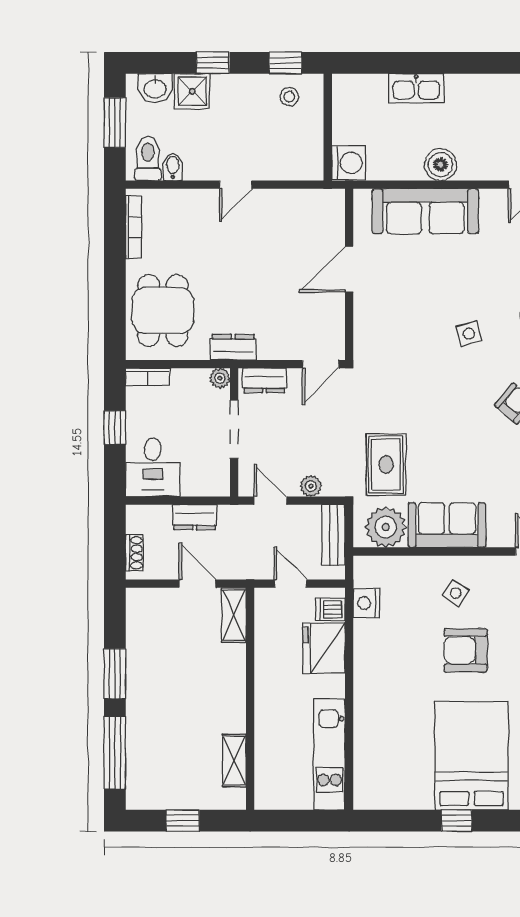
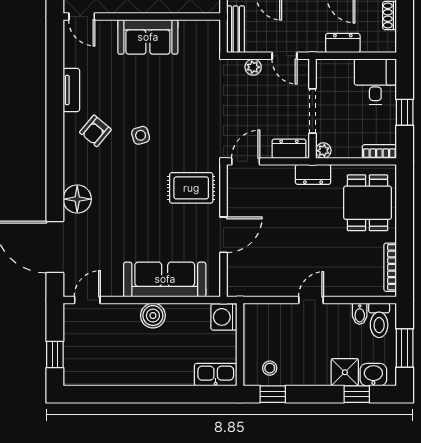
window: (213, 63) -> (357, 394), moved
kitchen sink: (416, 88) -> (216, 375), moved
side table: (469, 334) -> (141, 135), moved
rug: (386, 465) -> (191, 188), moved, turned 90
plant: (386, 527) -> (195, 35), removed

